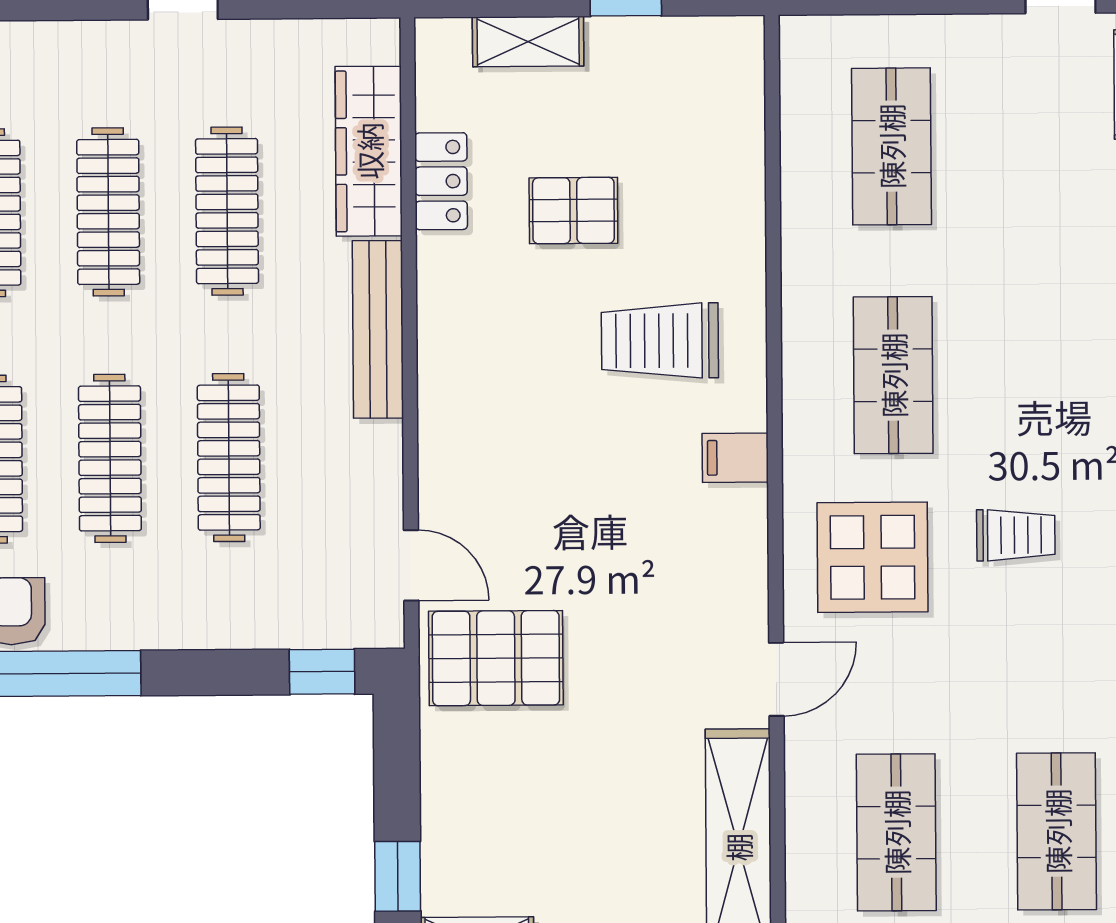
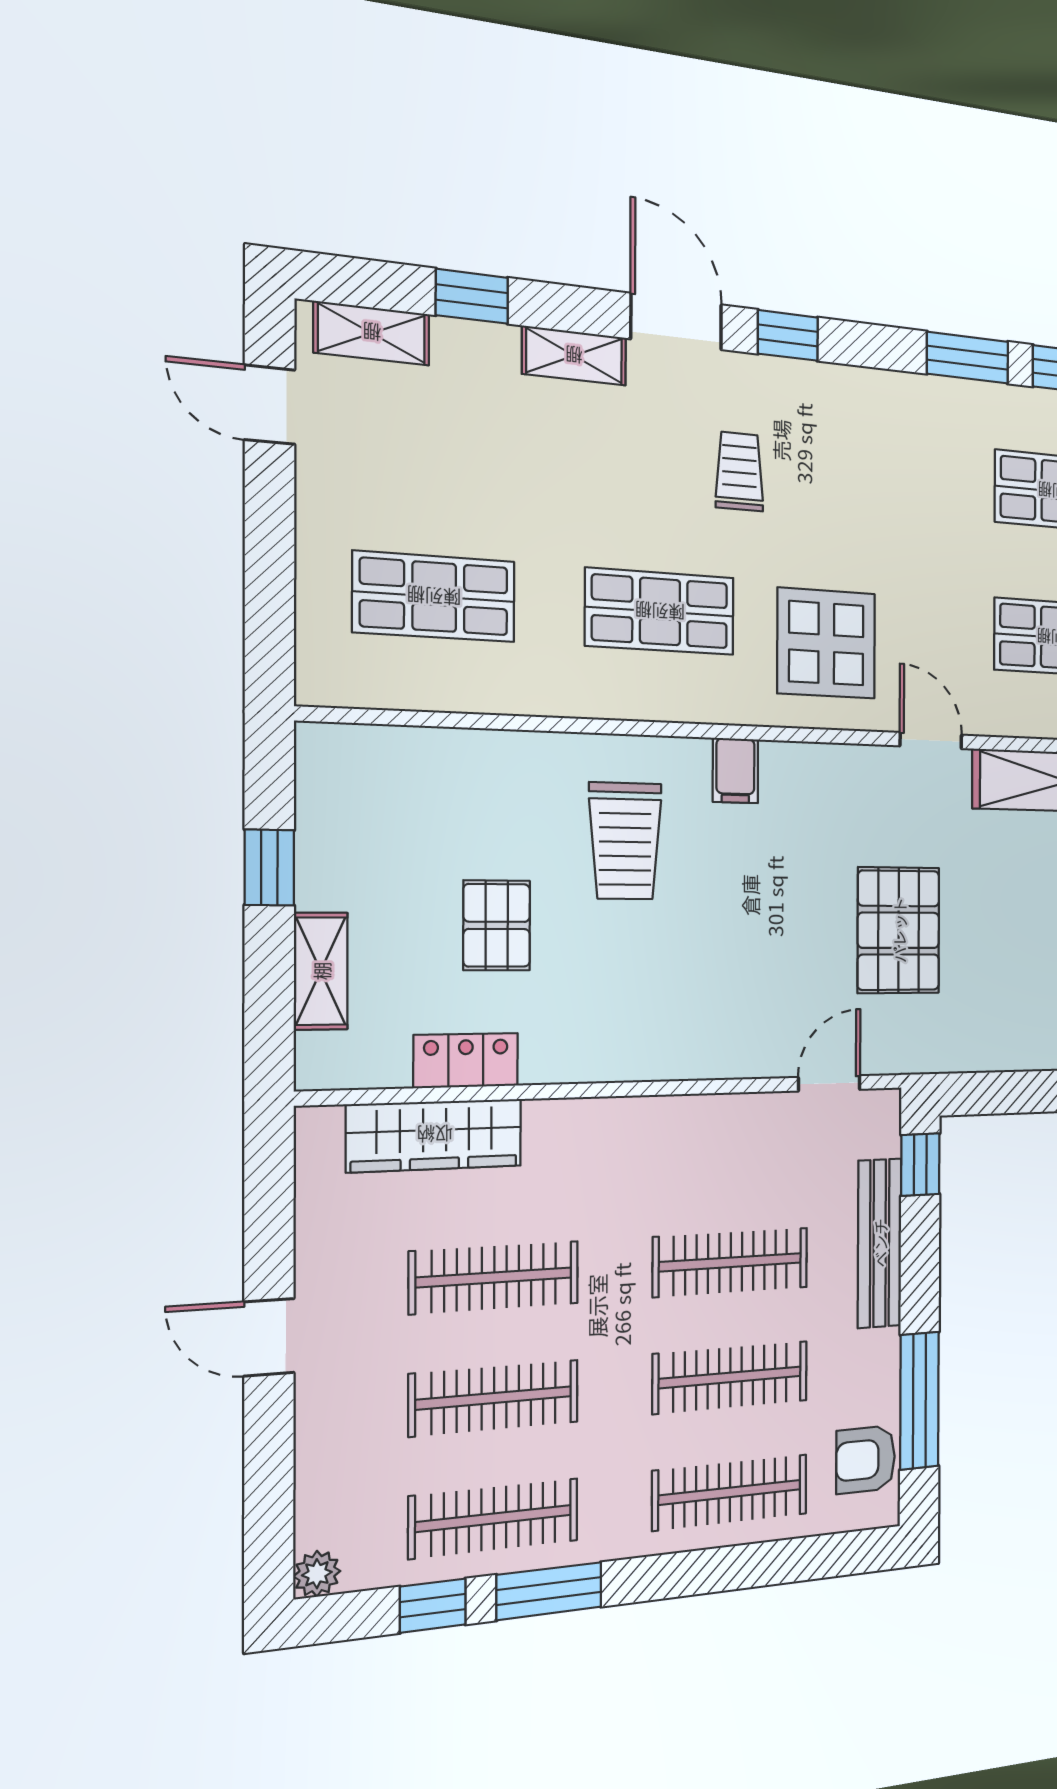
bench: (378, 329) -> (880, 1243), moved, turned 90
trolley: (1016, 535) -> (739, 471), moved
pallet: (496, 658) -> (899, 930), moved

